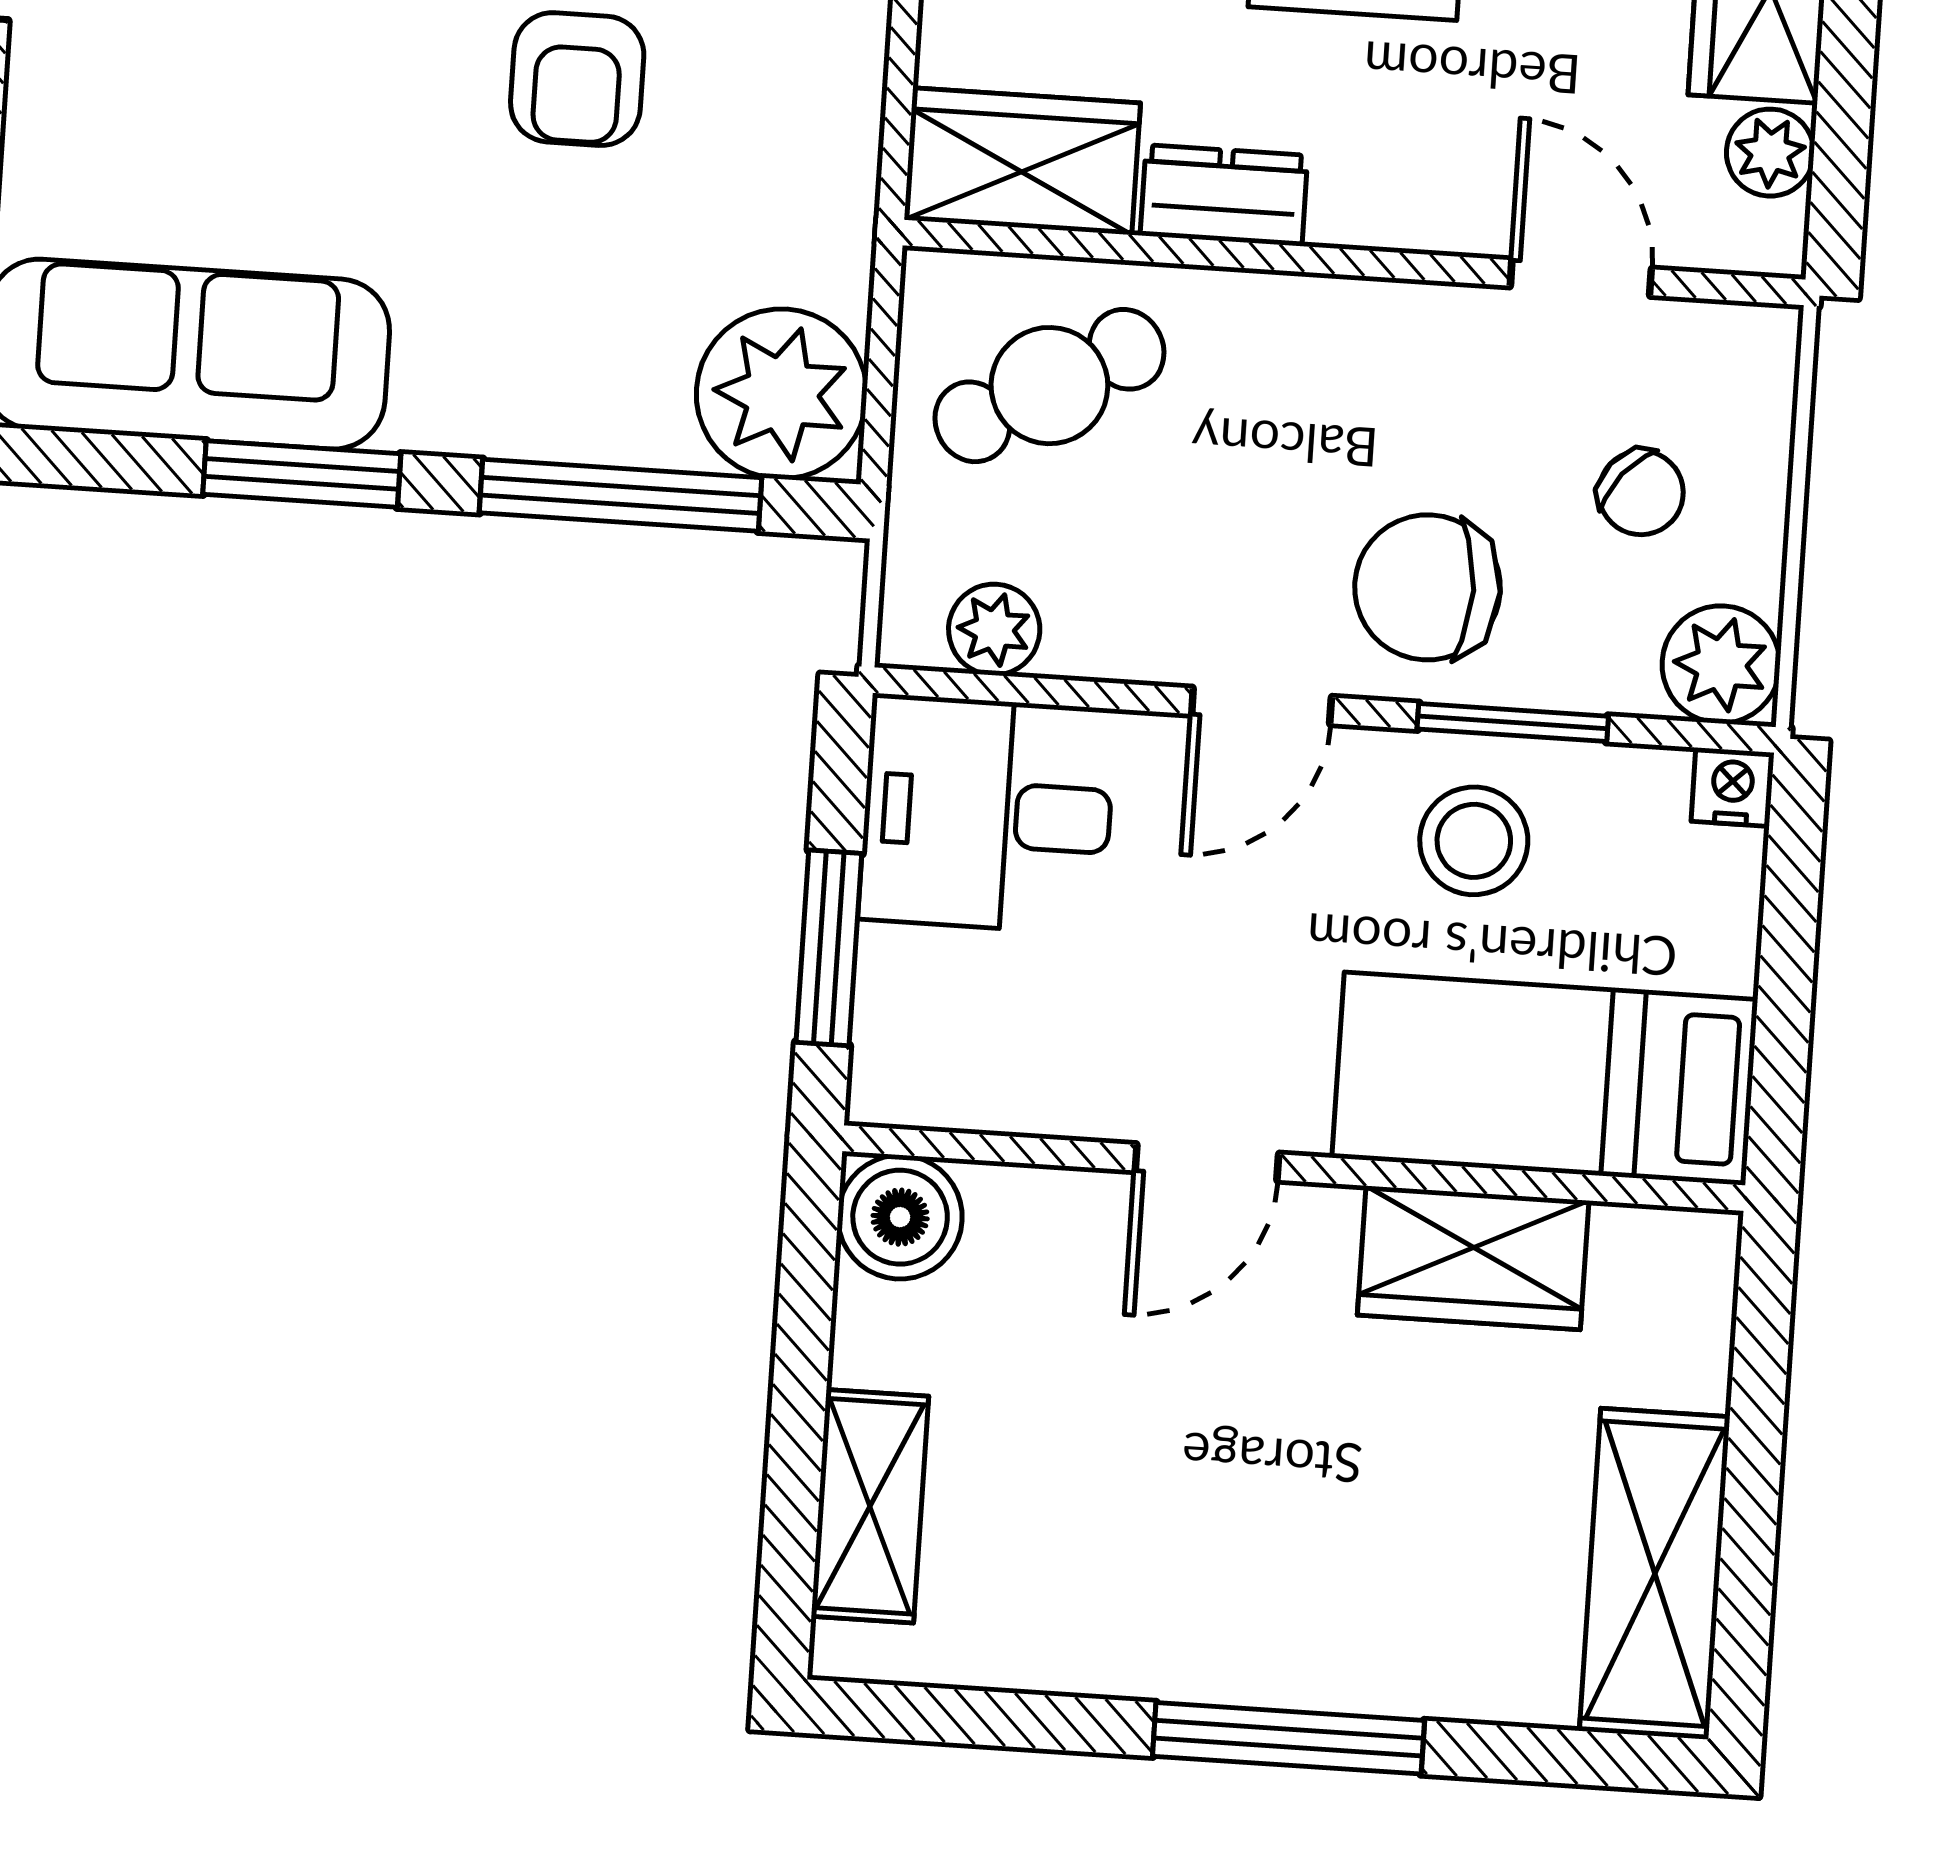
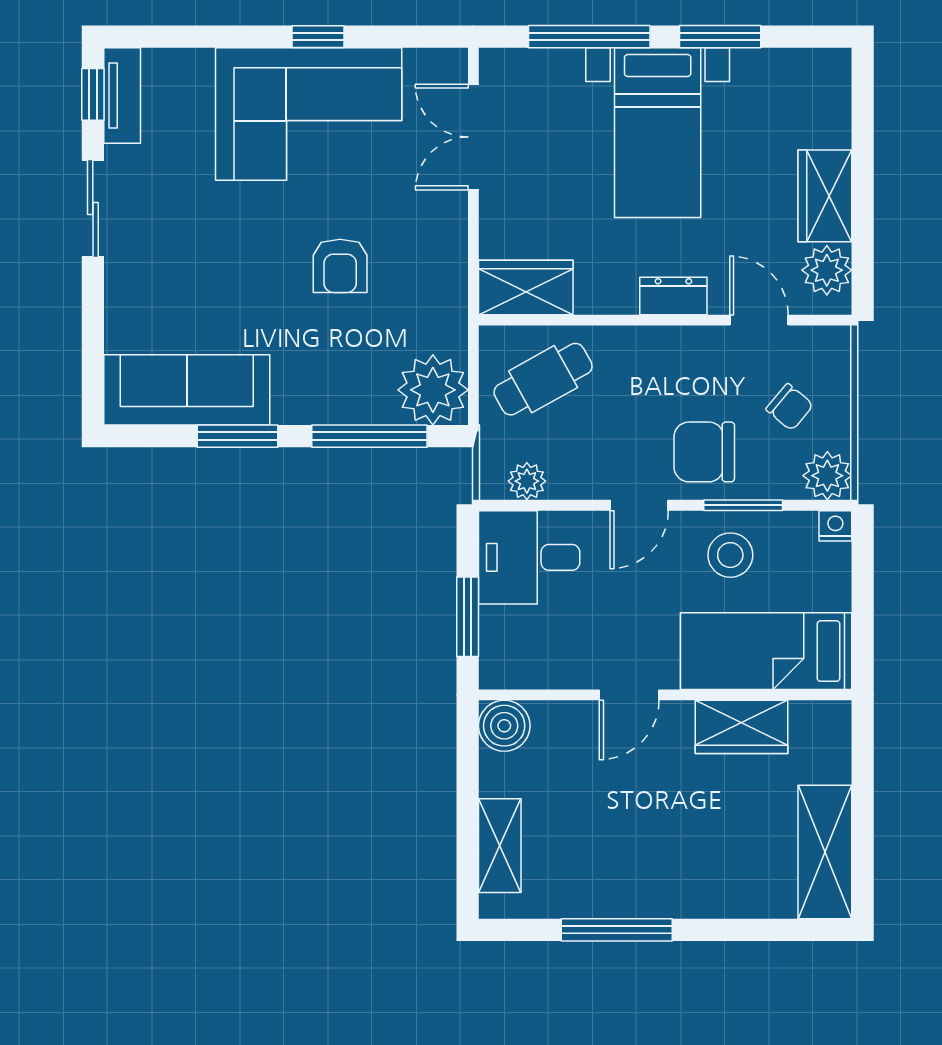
plant: (1770, 153) -> (827, 270), width x1.38, depth x1.38
dresser: (1224, 195) -> (673, 296), moved
window: (1289, 1738) -> (617, 930), moved

